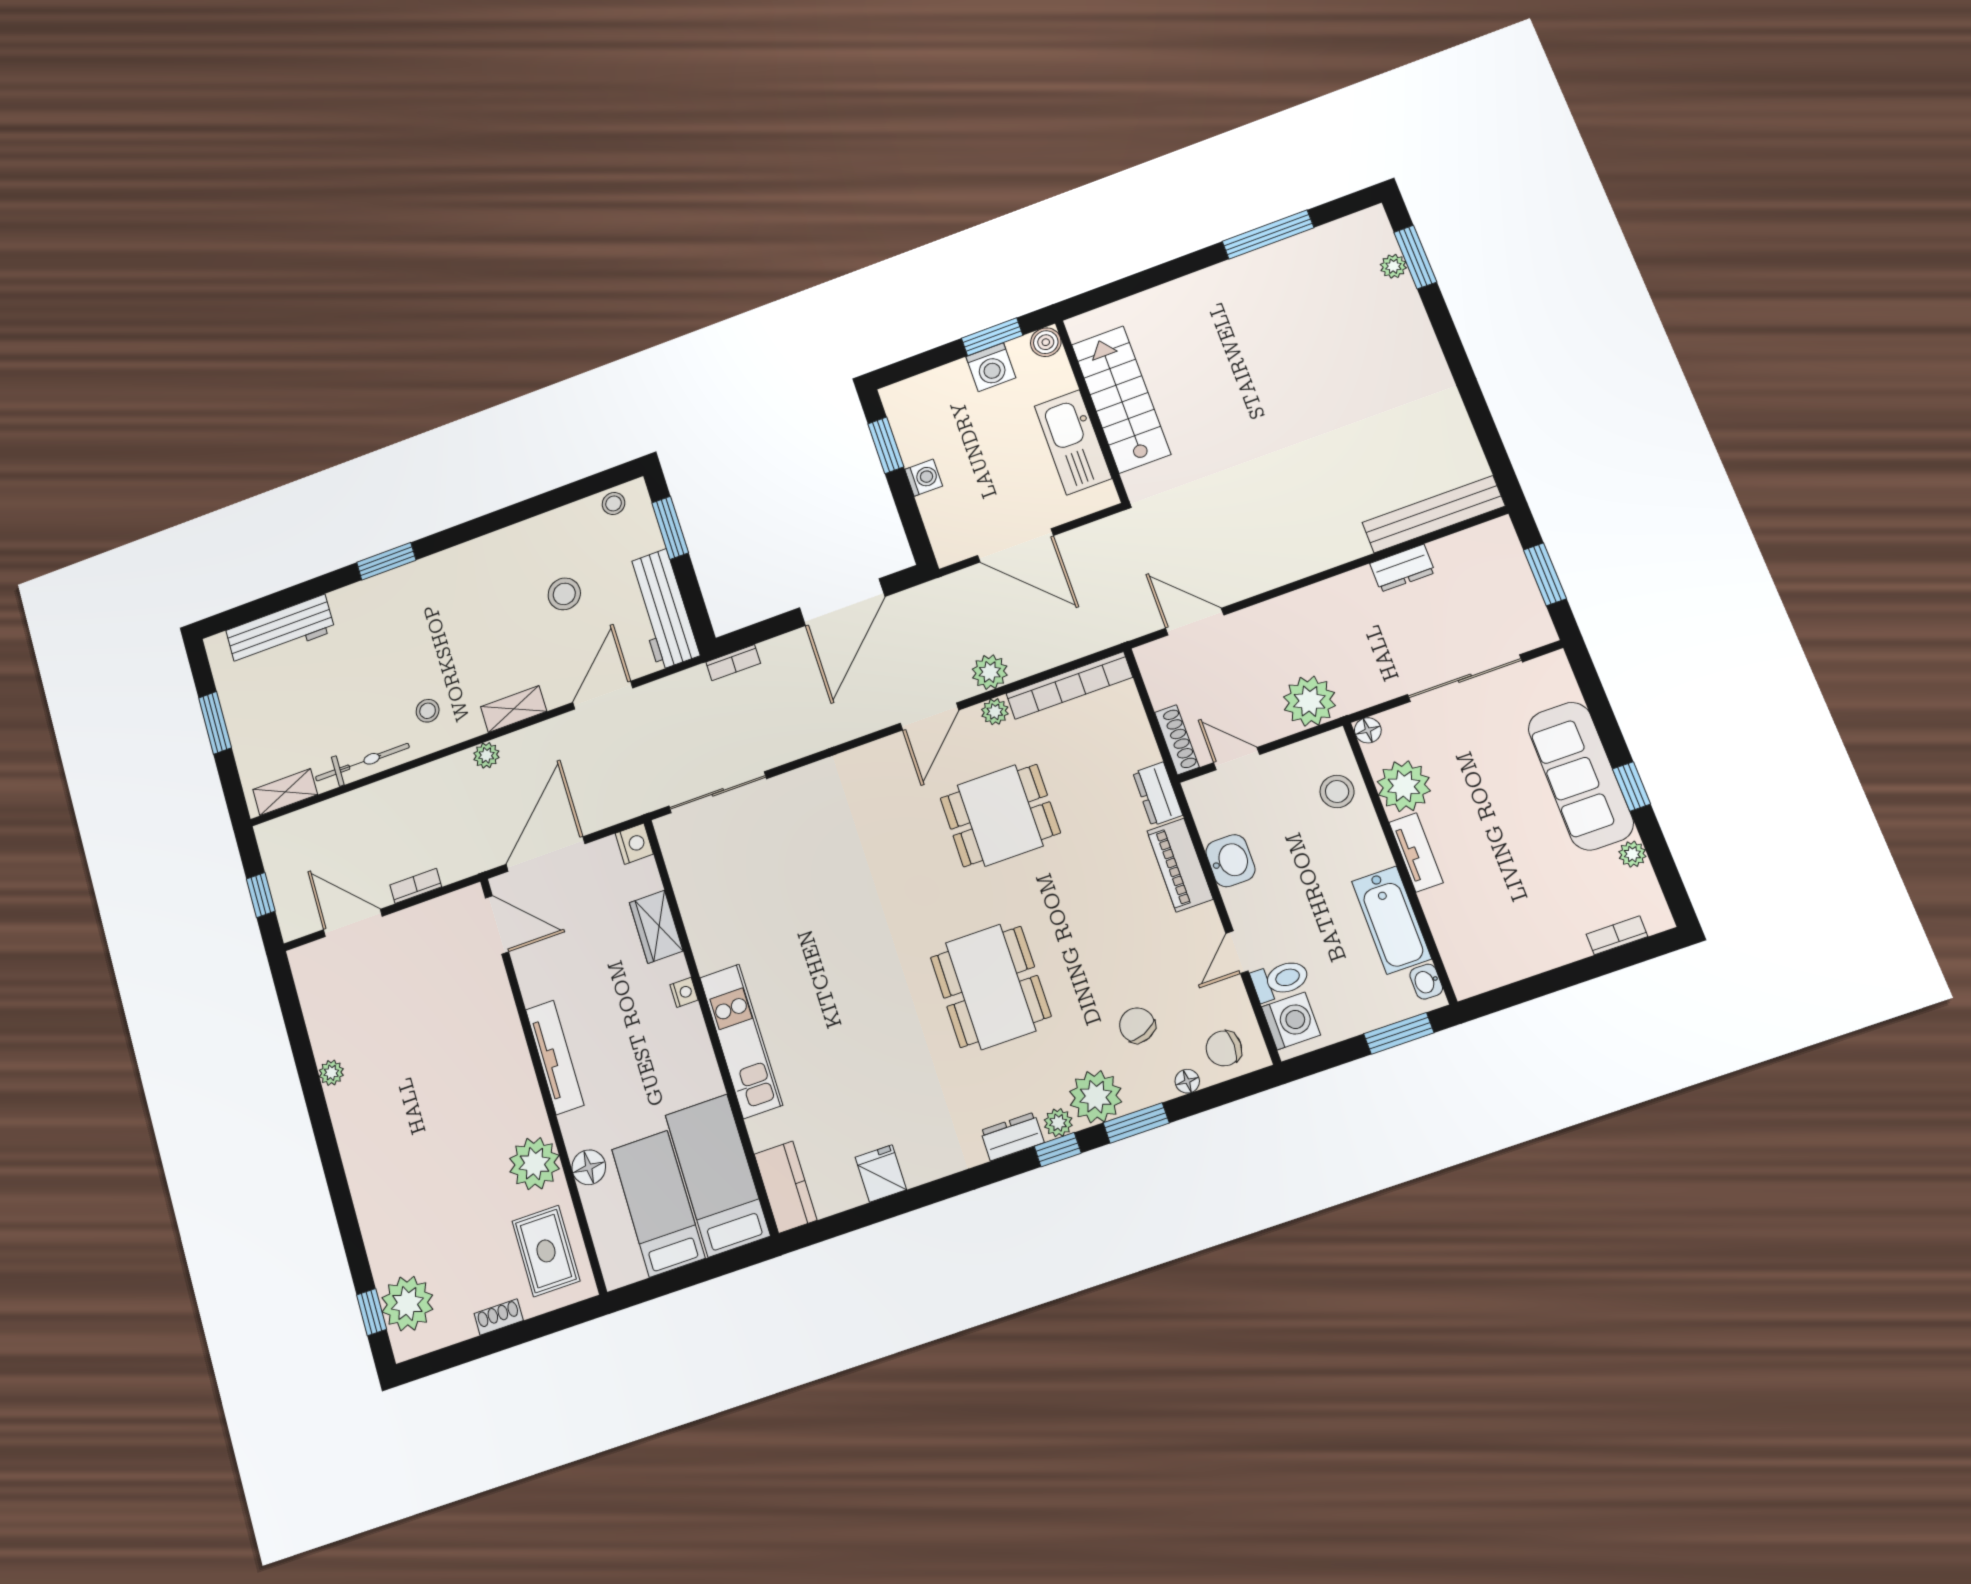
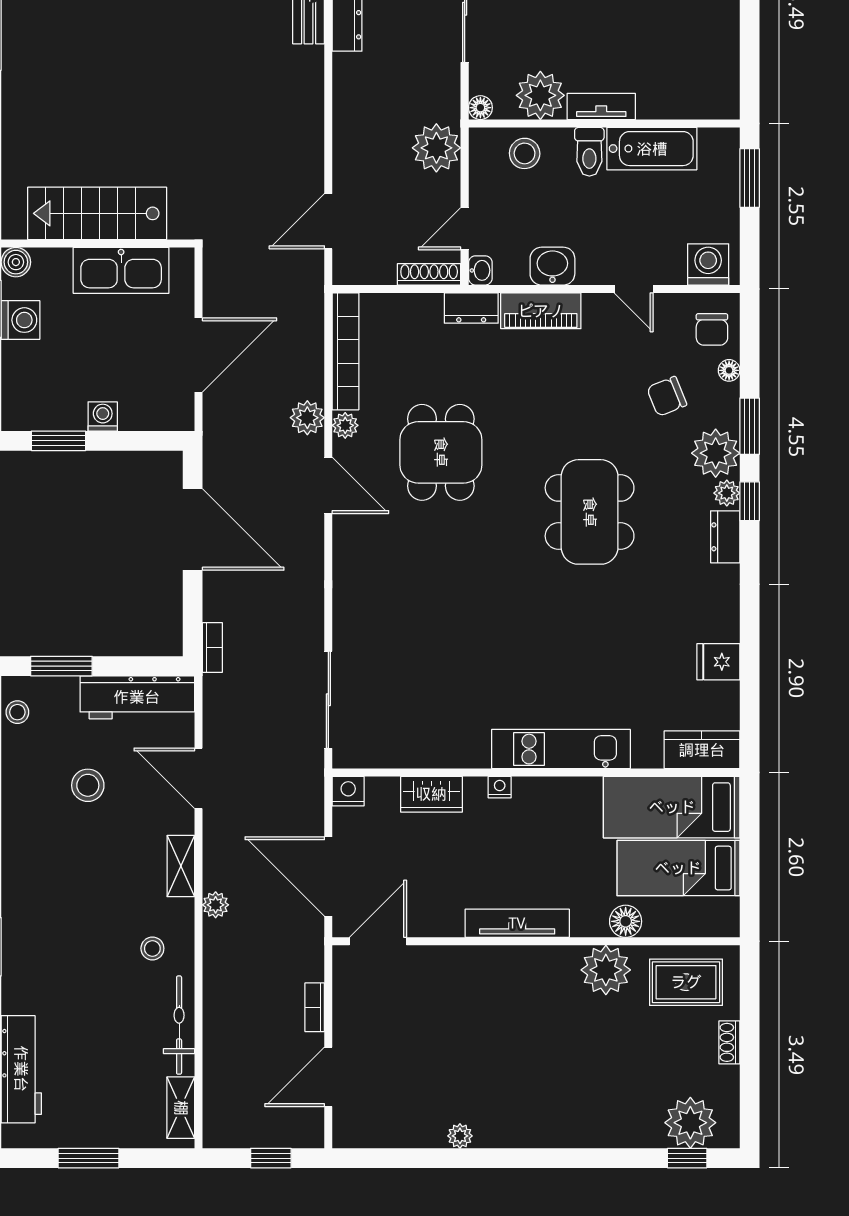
toilet: (1280, 980) -> (589, 152), moved, turned 180
washbasin: (1426, 982) -> (480, 270), moved, turned -90
dining table: (991, 987) -> (590, 512), turned 90

